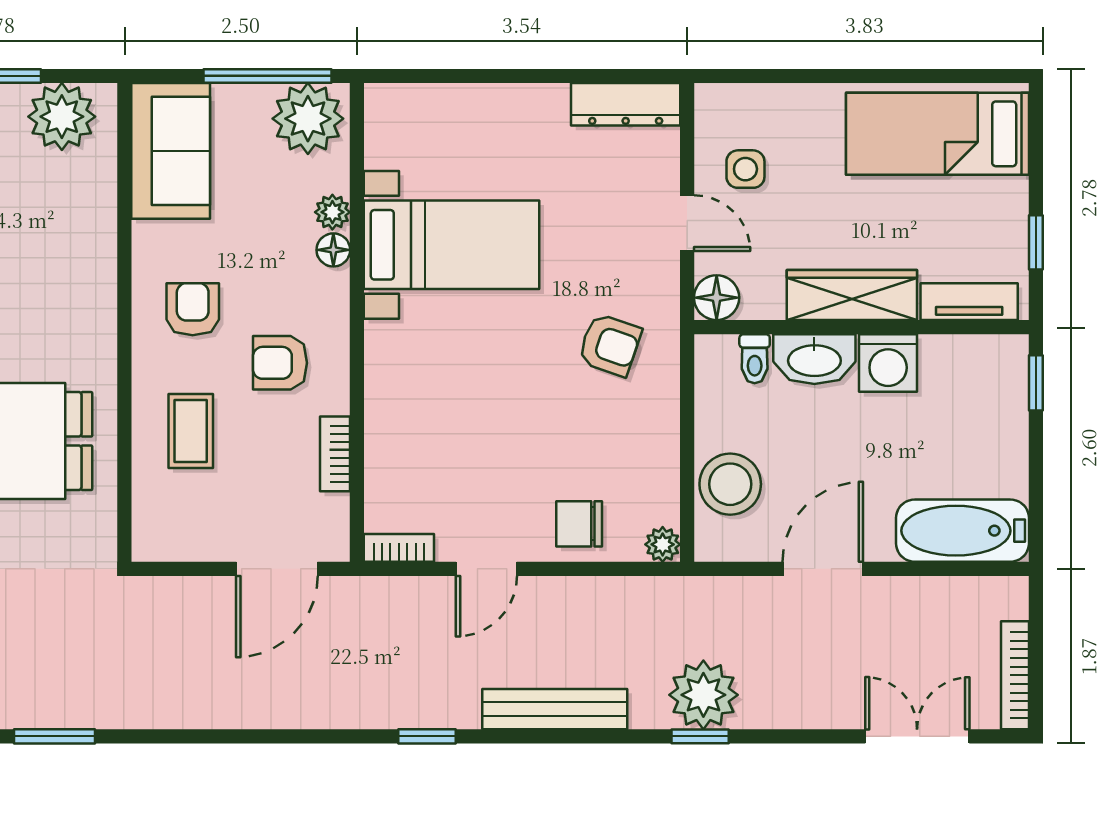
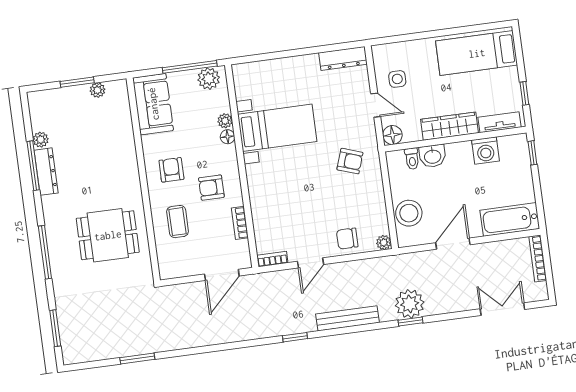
plant: (62, 117) -> (97, 90), width x0.53, depth x0.53
plant: (308, 119) -> (209, 79), width x0.73, depth x0.73
washbasin: (814, 359) -> (433, 156), width x0.72
washing machine: (888, 363) -> (485, 151), moved
bookcase: (1015, 675) -> (538, 259), moved

